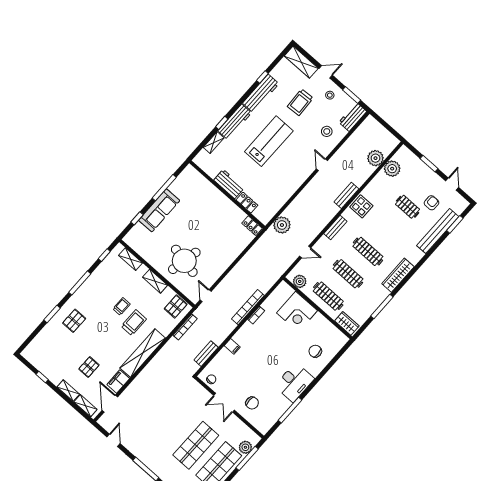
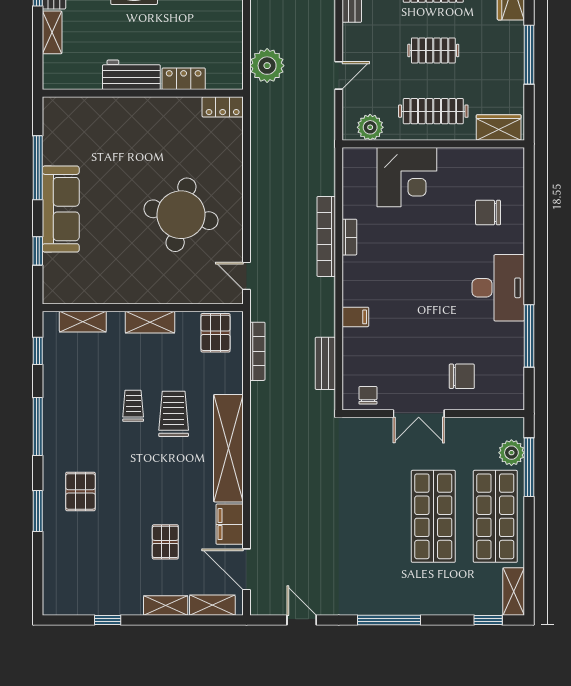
round table: (184, 261) -> (181, 215), moved
clothes rail: (348, 274) -> (433, 50), width x0.73

